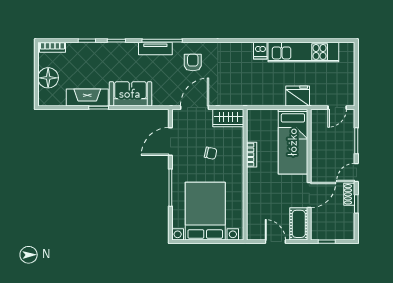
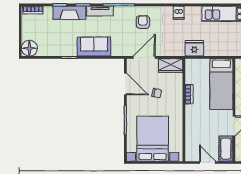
tv unit: (155, 49) -> (100, 11), moved
dishwasher: (260, 51) -> (179, 13), moved
floor lamp: (48, 78) -> (29, 48), moved
fridge: (298, 96) -> (194, 48), moved
fireplace: (87, 97) -> (69, 13), moved, turned 180
door: (170, 141) -> (125, 84), swing flipped

